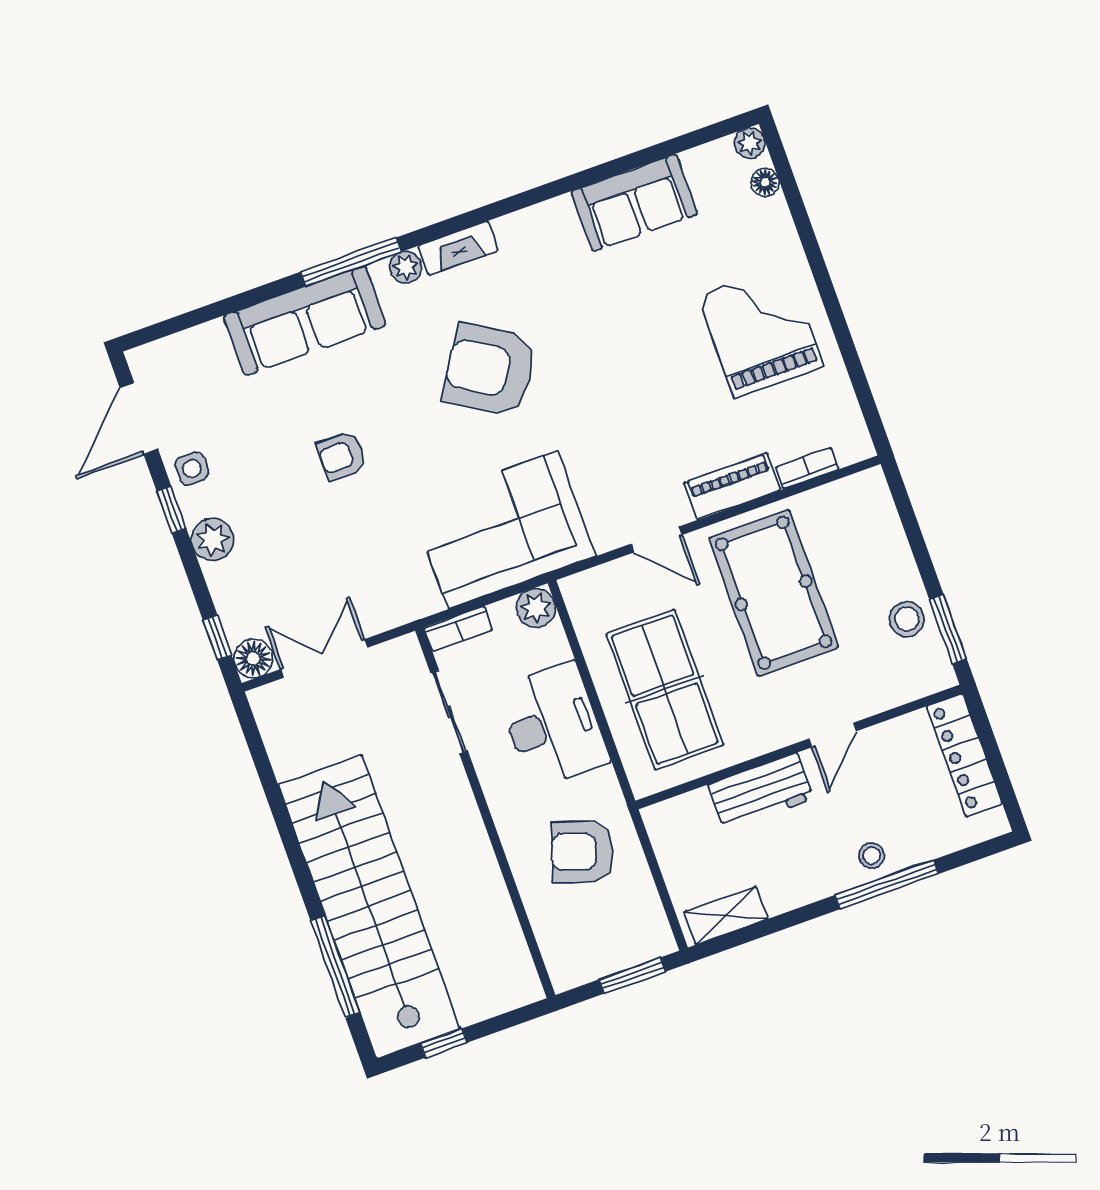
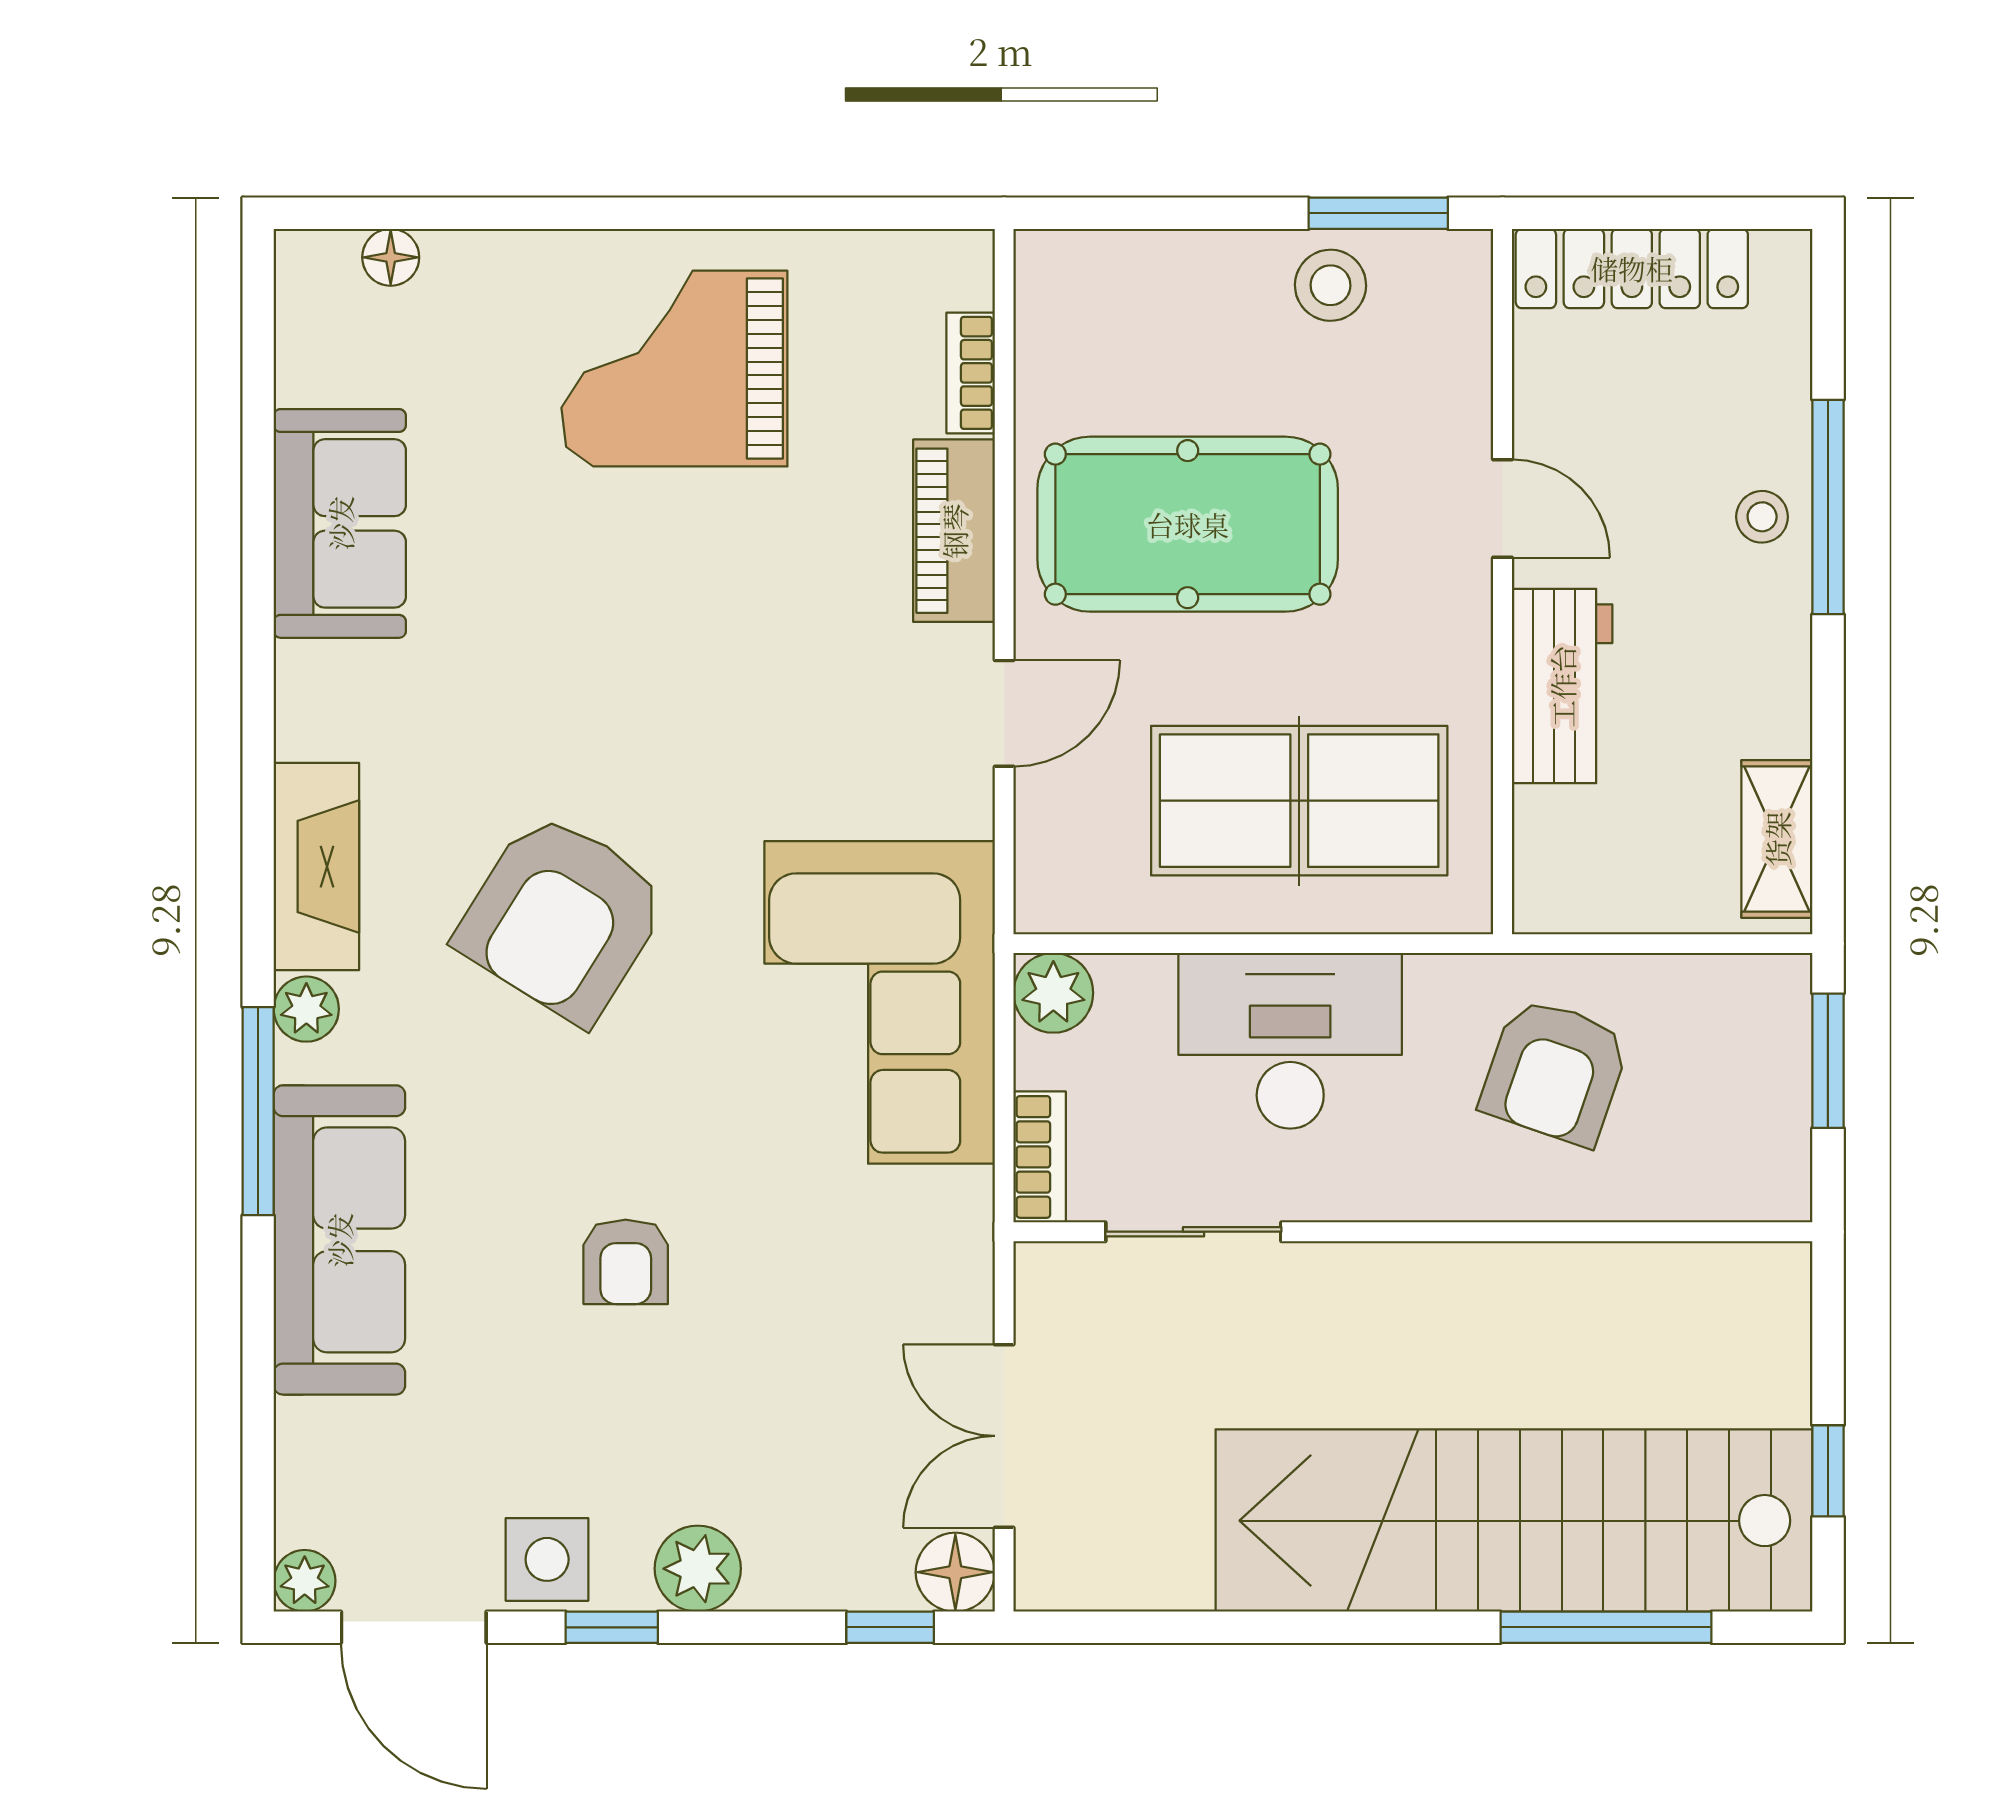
plant: (750, 143) -> (305, 1581), moved
fireplace: (458, 248) -> (316, 867), width x1.37, depth x1.32
side table: (192, 469) -> (547, 1559), width x1.37, depth x1.37

